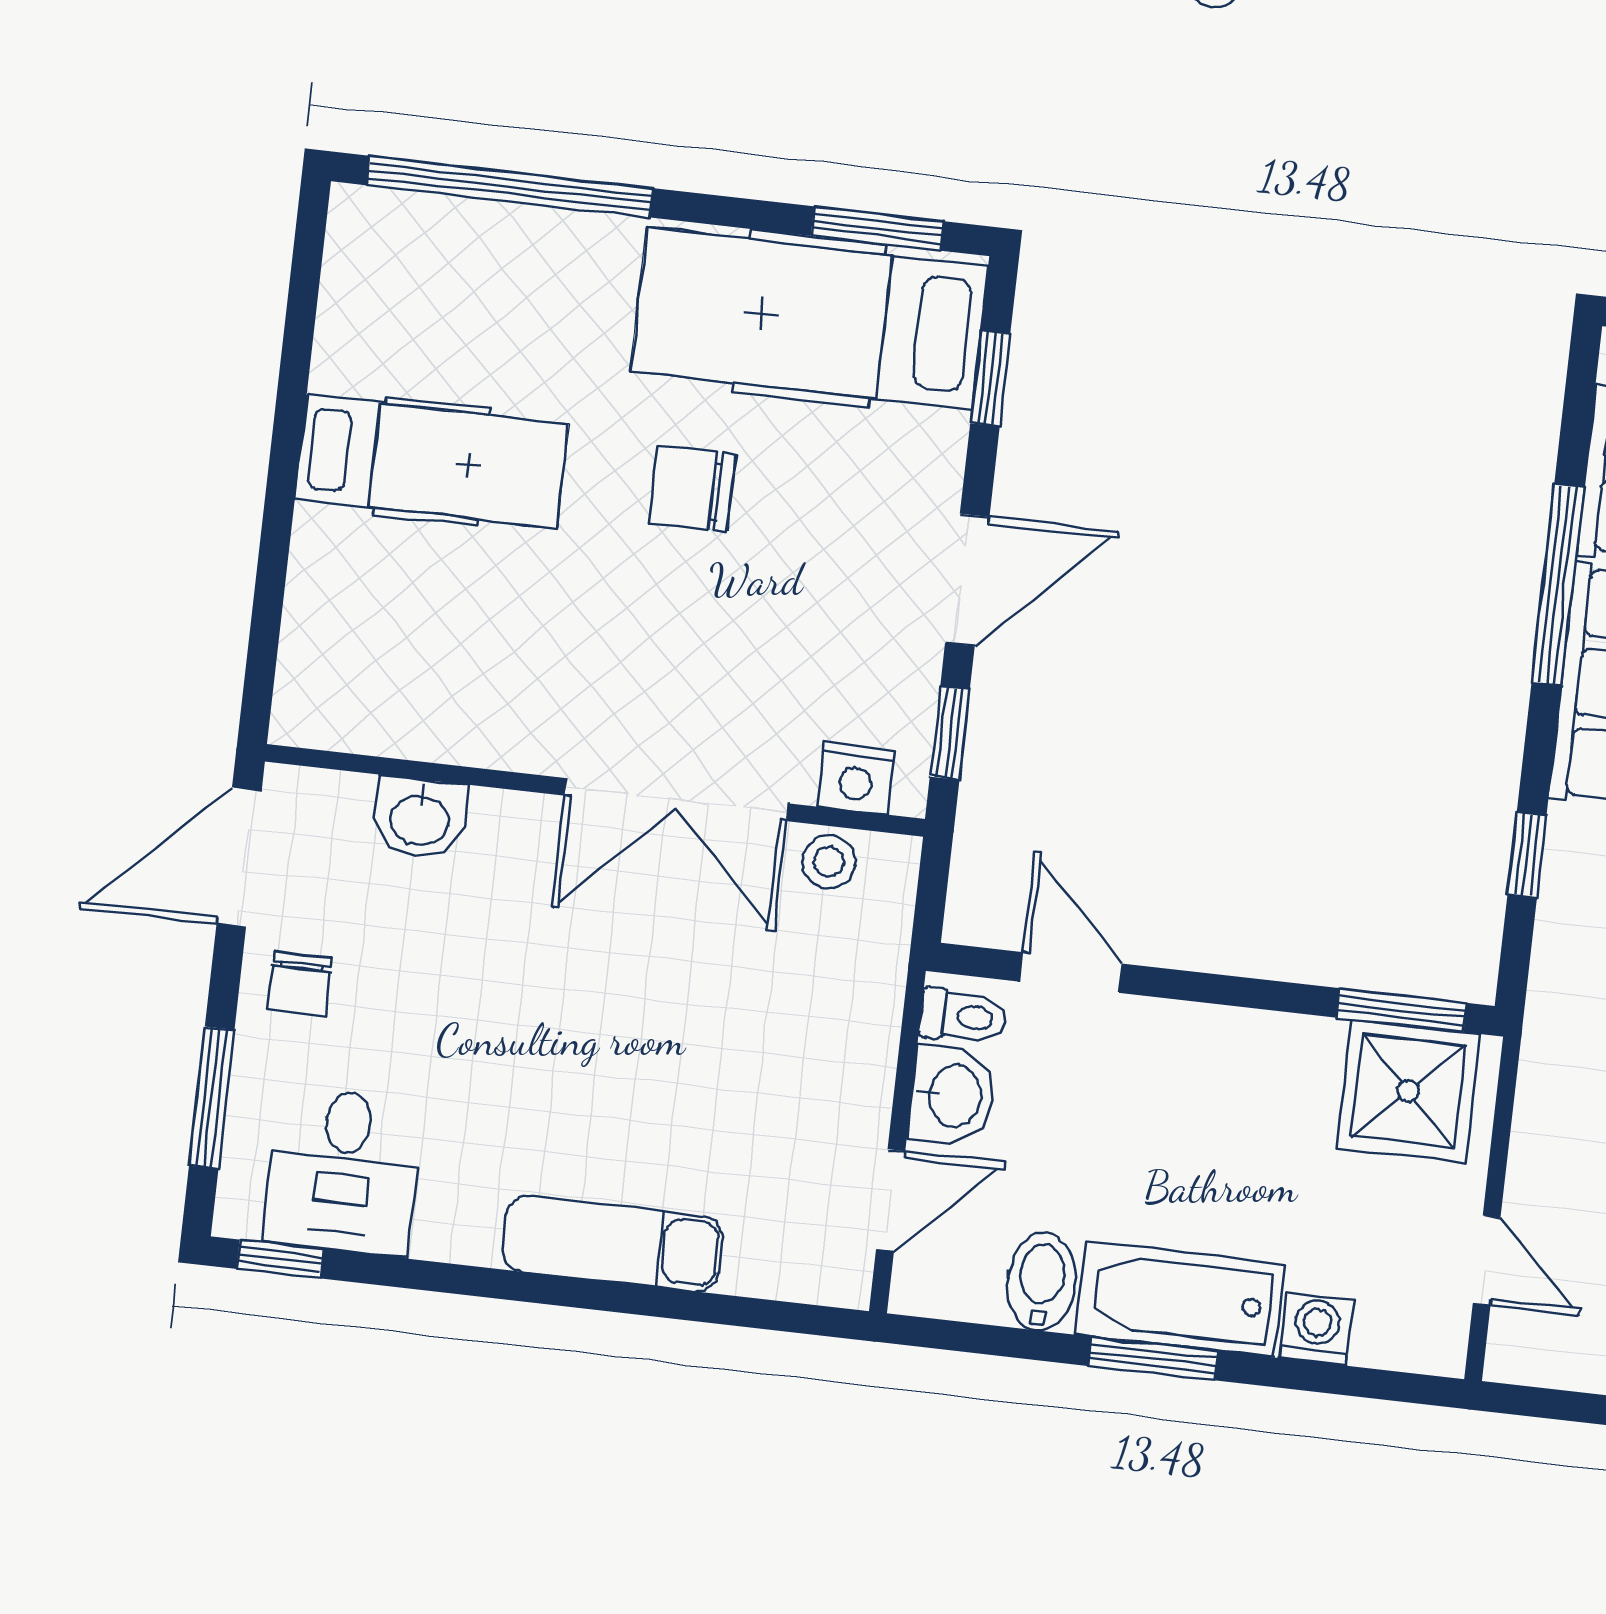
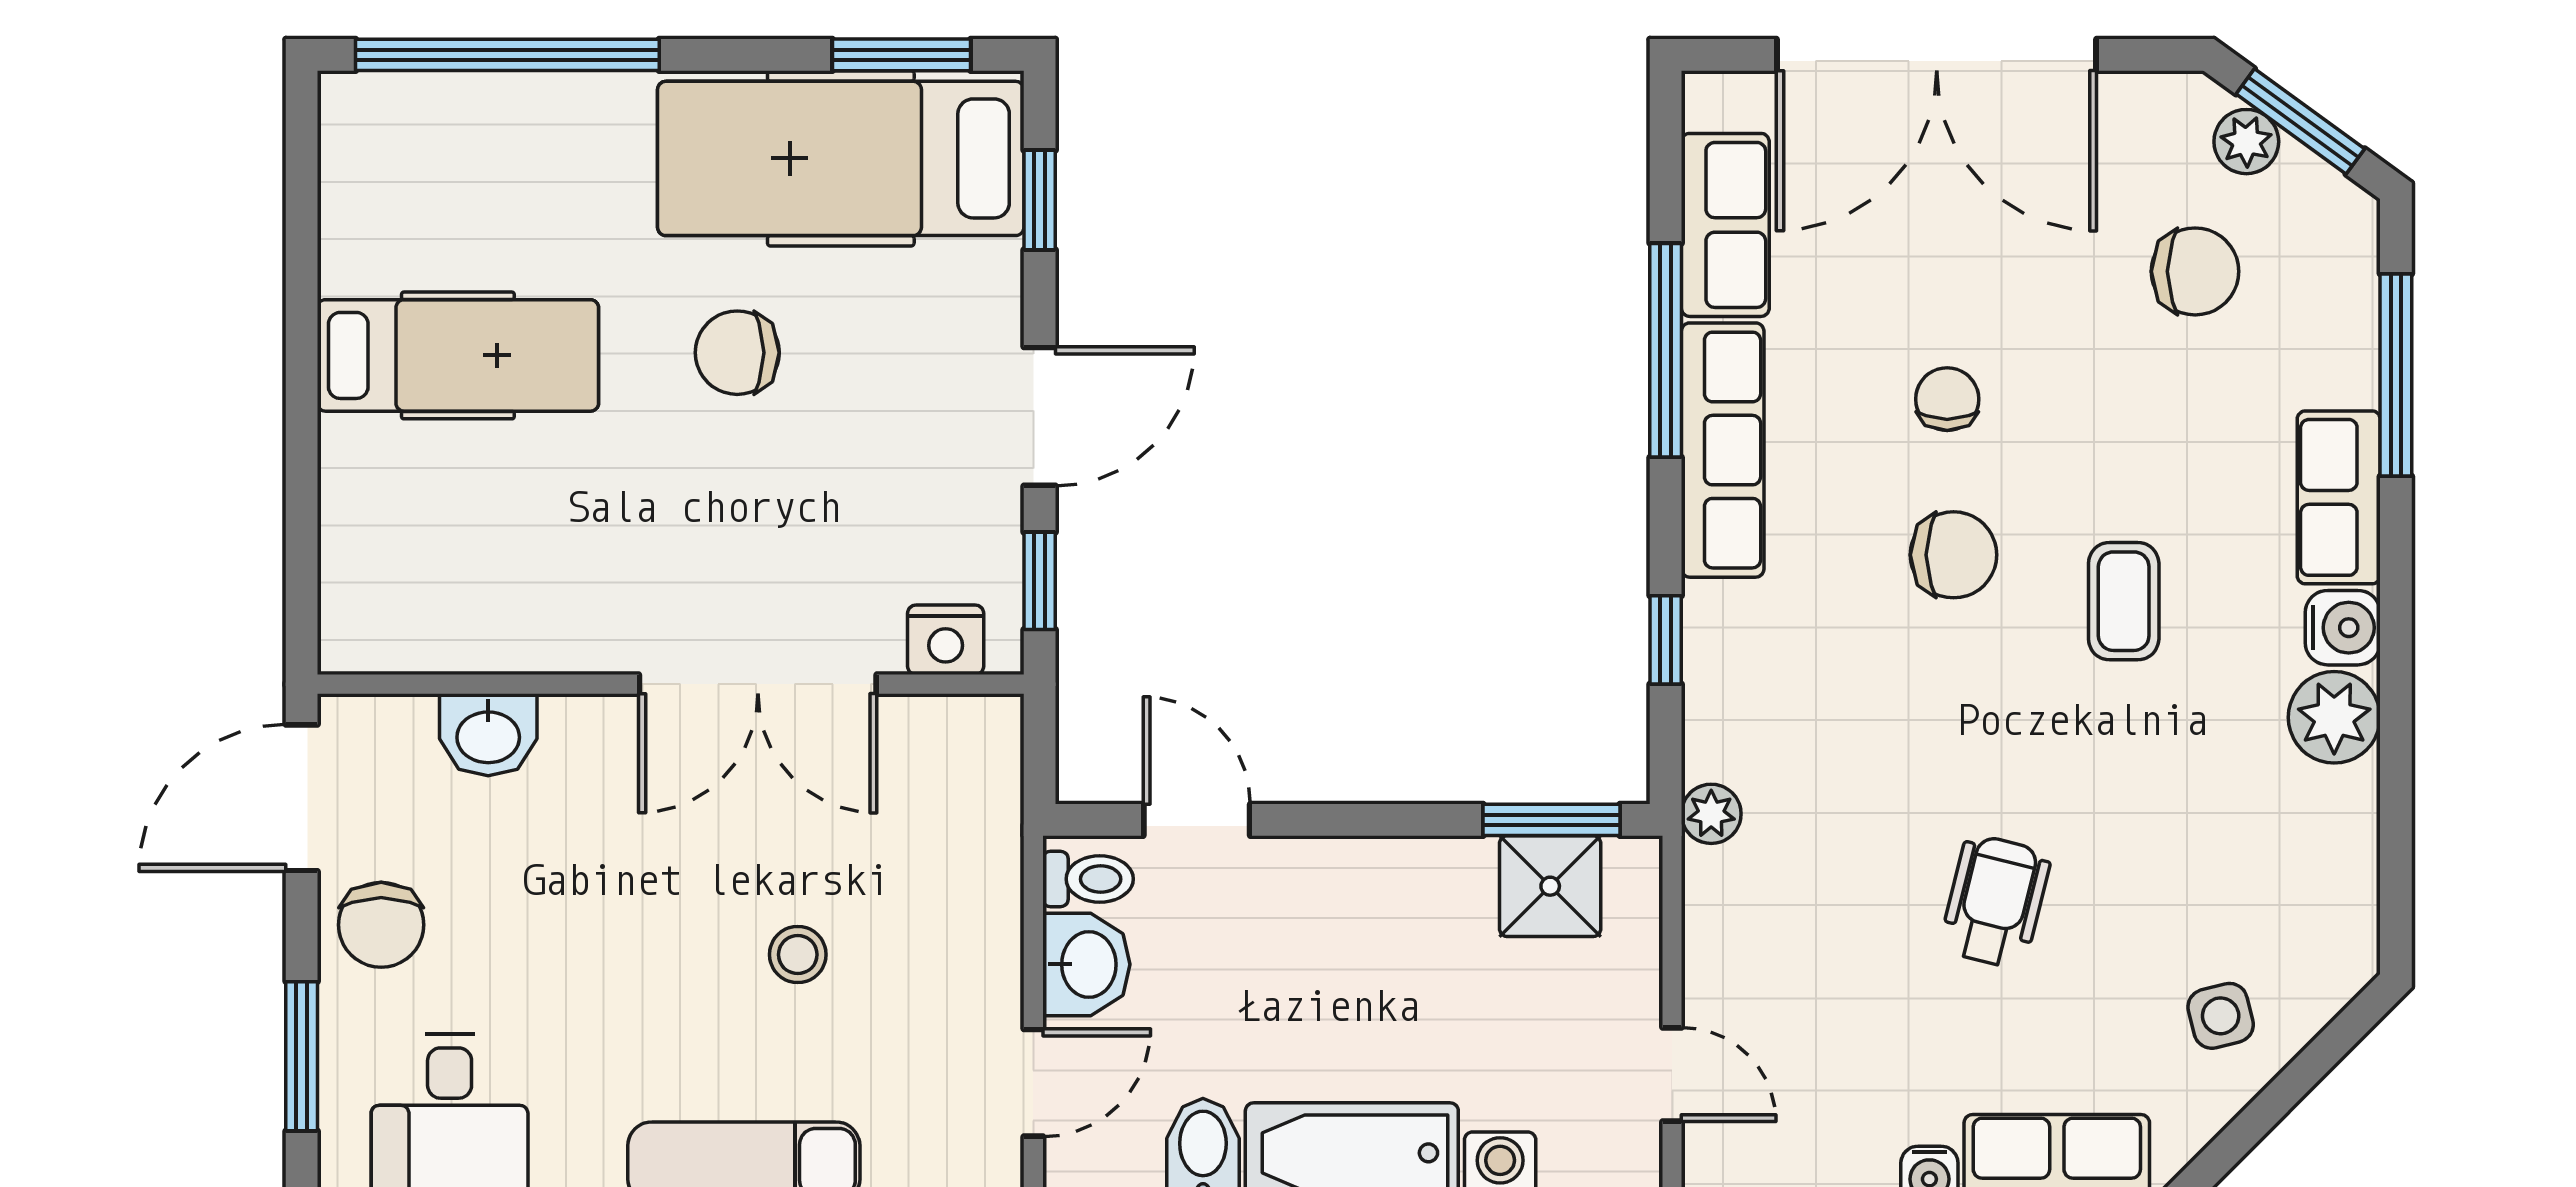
stool: (829, 862) -> (798, 955), moved
chair: (300, 984) -> (381, 925), width x1.37, depth x1.37
plant: (1551, 1022) -> (1711, 814), added
shower: (1408, 1091) -> (1550, 886), width x0.73, depth x0.73

